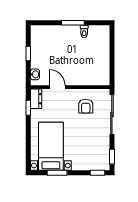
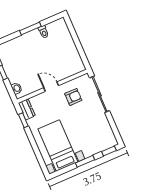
door: (57, 87) -> (51, 87), moved
armchair: (86, 106) -> (73, 97), turned -90
window: (112, 157) -> (116, 131), removed
window: (57, 173) -> (85, 161), moved

